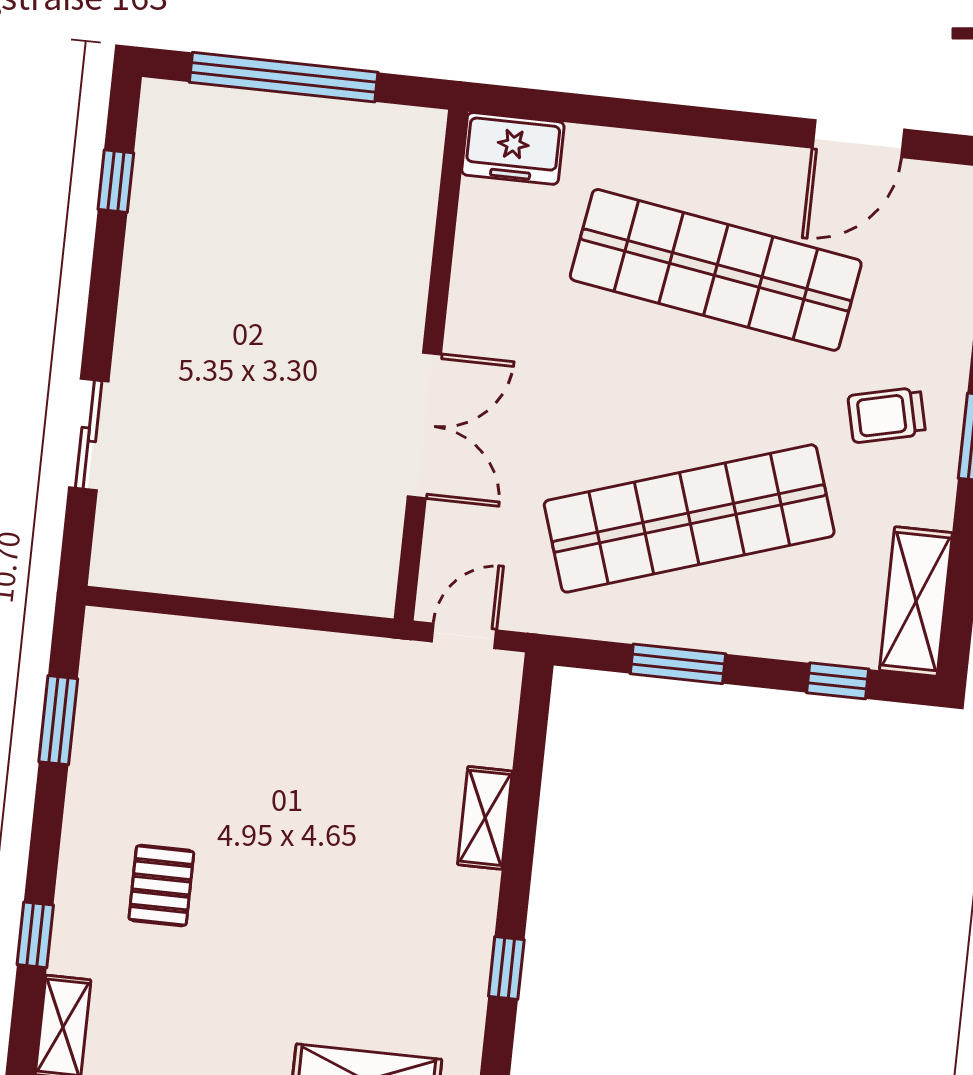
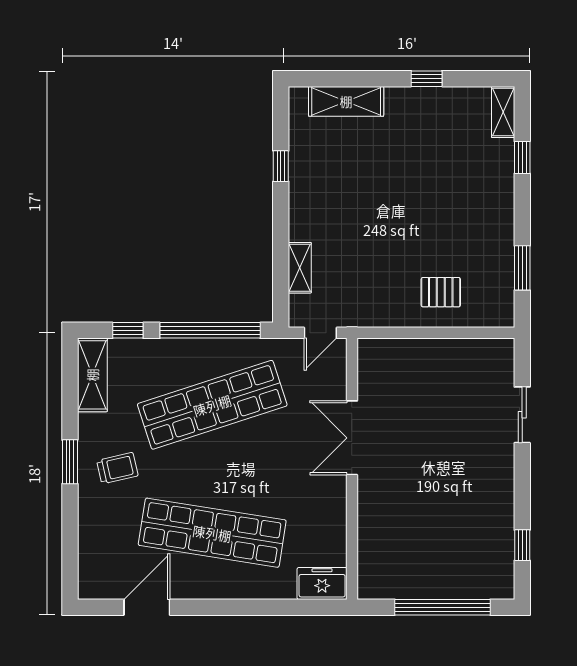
window: (678, 664) -> (210, 330), width x2.11
shelving: (485, 818) -> (300, 268), moved
pallet: (161, 886) -> (441, 292), moved, turned 90

